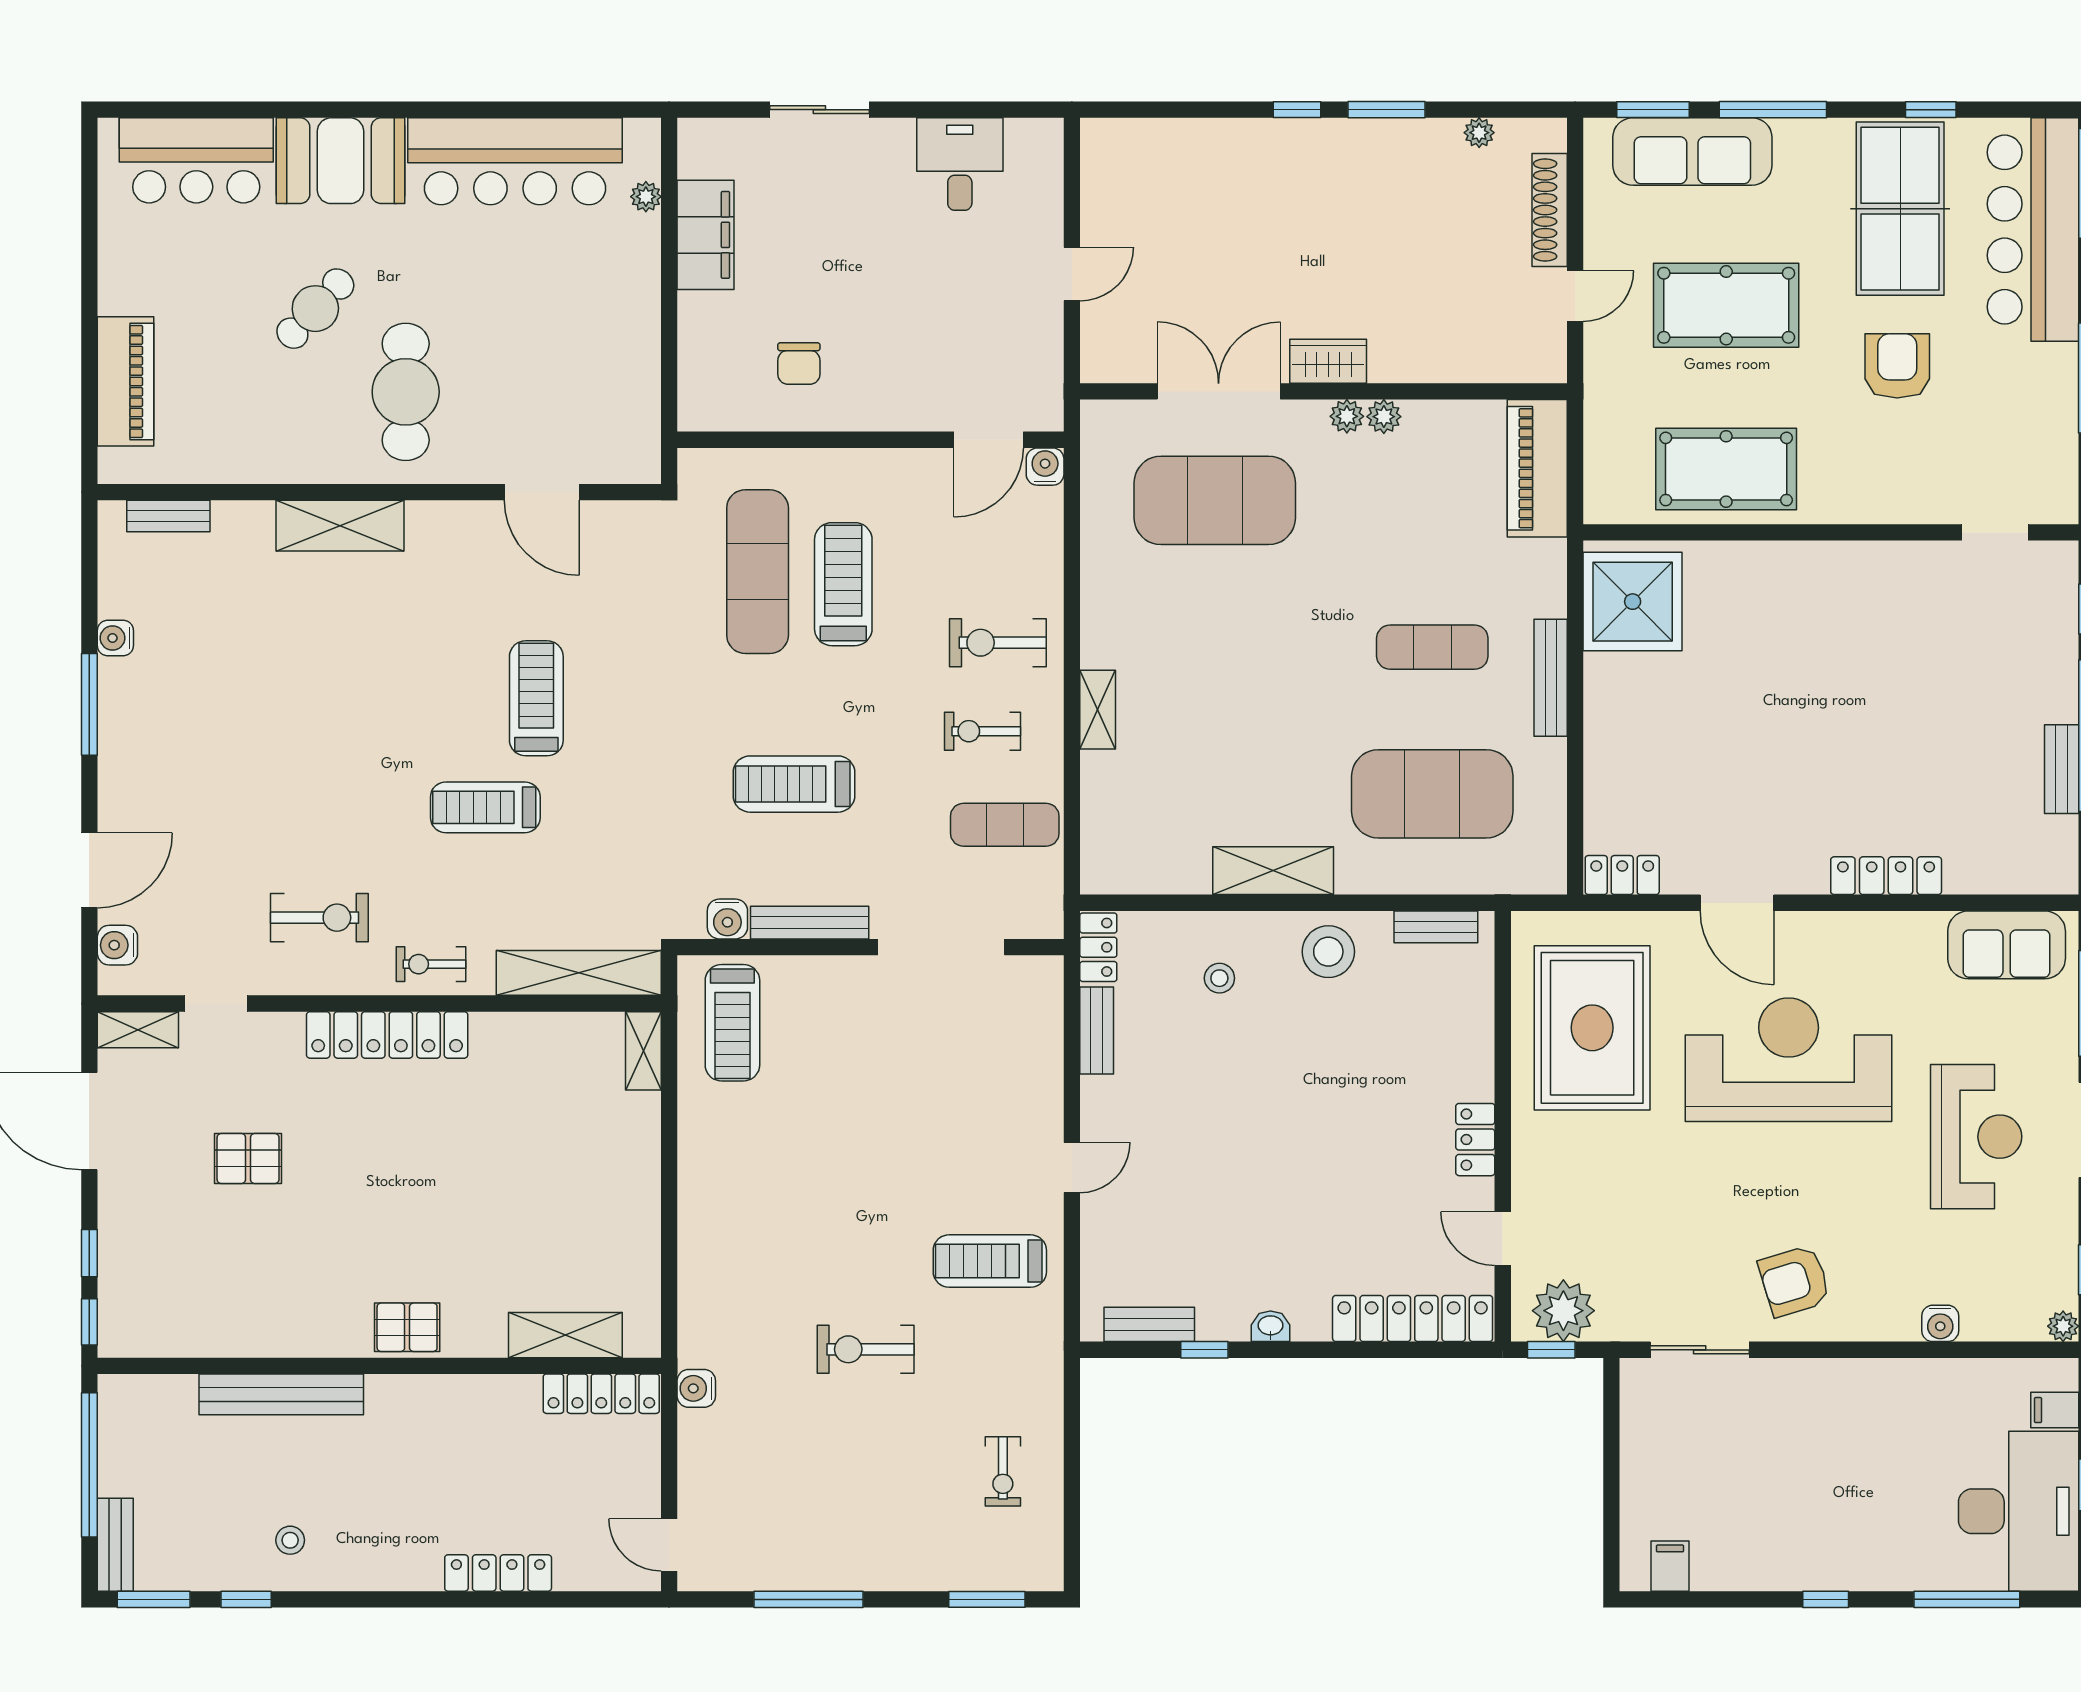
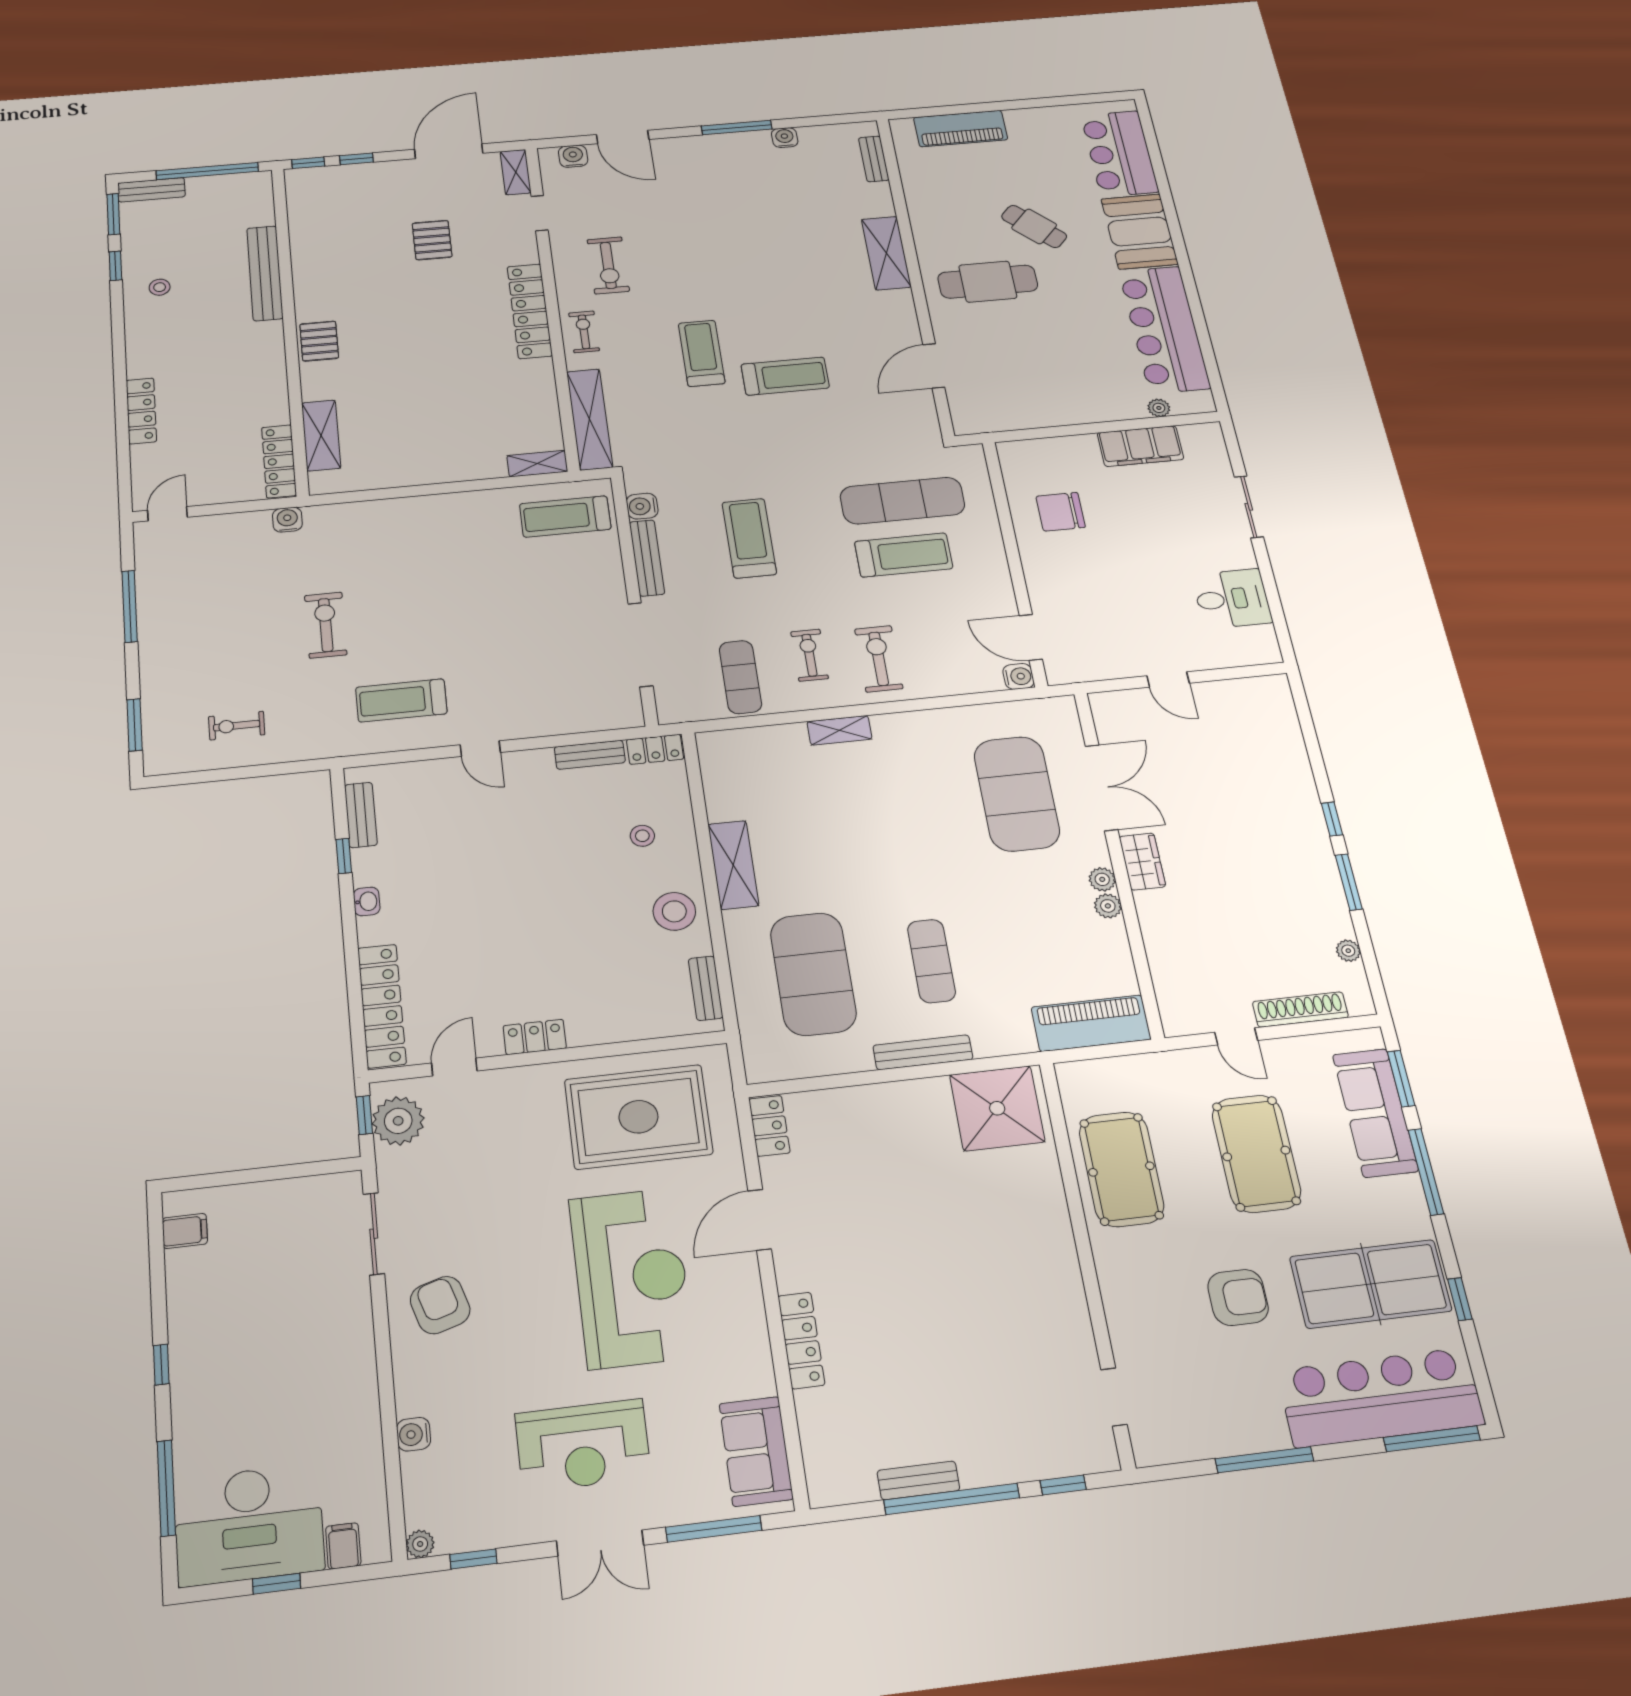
chair: (799, 364) -> (1061, 512), width x1.37, depth x1.37
treadmill: (990, 1261) -> (401, 700), turned -90

